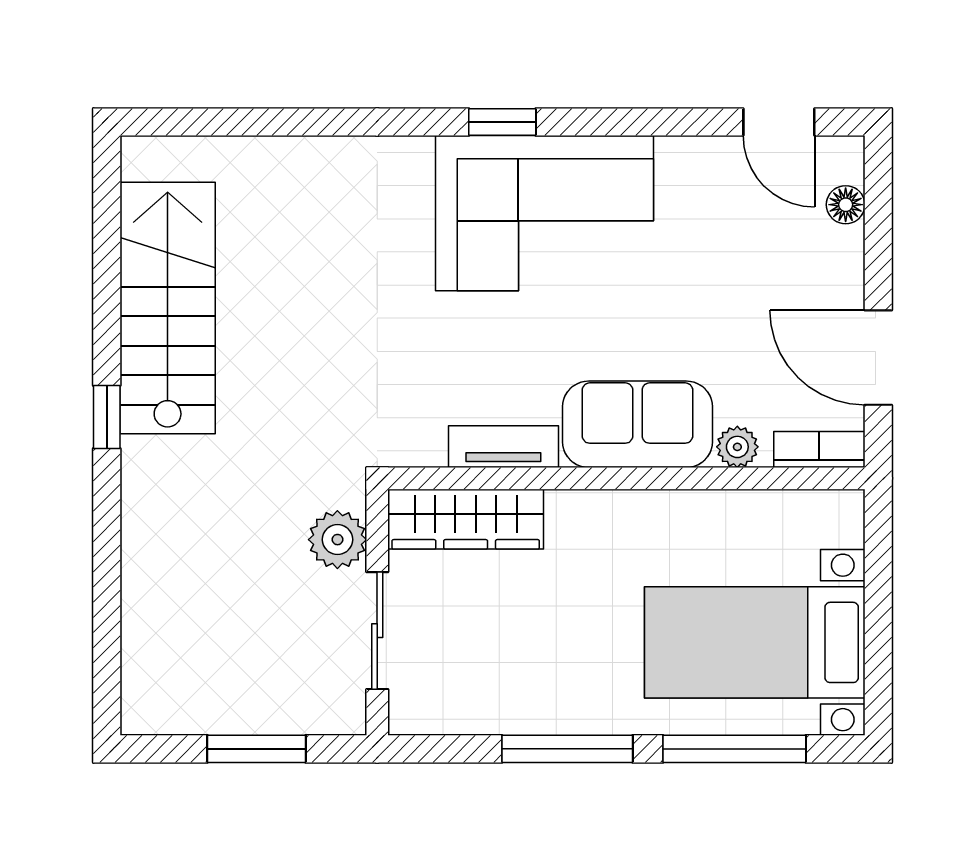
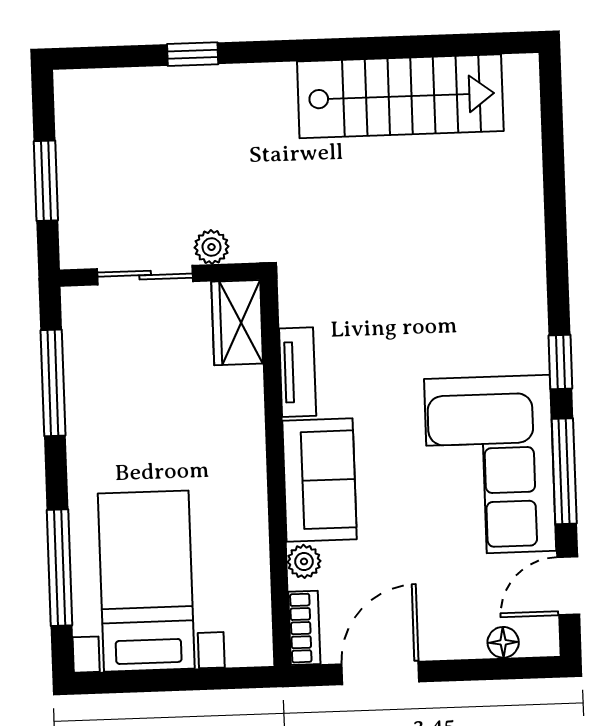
window: (637, 122) -> (564, 471), added
corner sofa: (545, 213) -> (490, 465), moved
window: (107, 417) -> (193, 54), moved
wardrobe: (466, 519) -> (237, 323), width x0.67
plant: (337, 540) -> (212, 247), width x0.73, depth x0.73
window: (567, 749) -> (53, 383), moved

